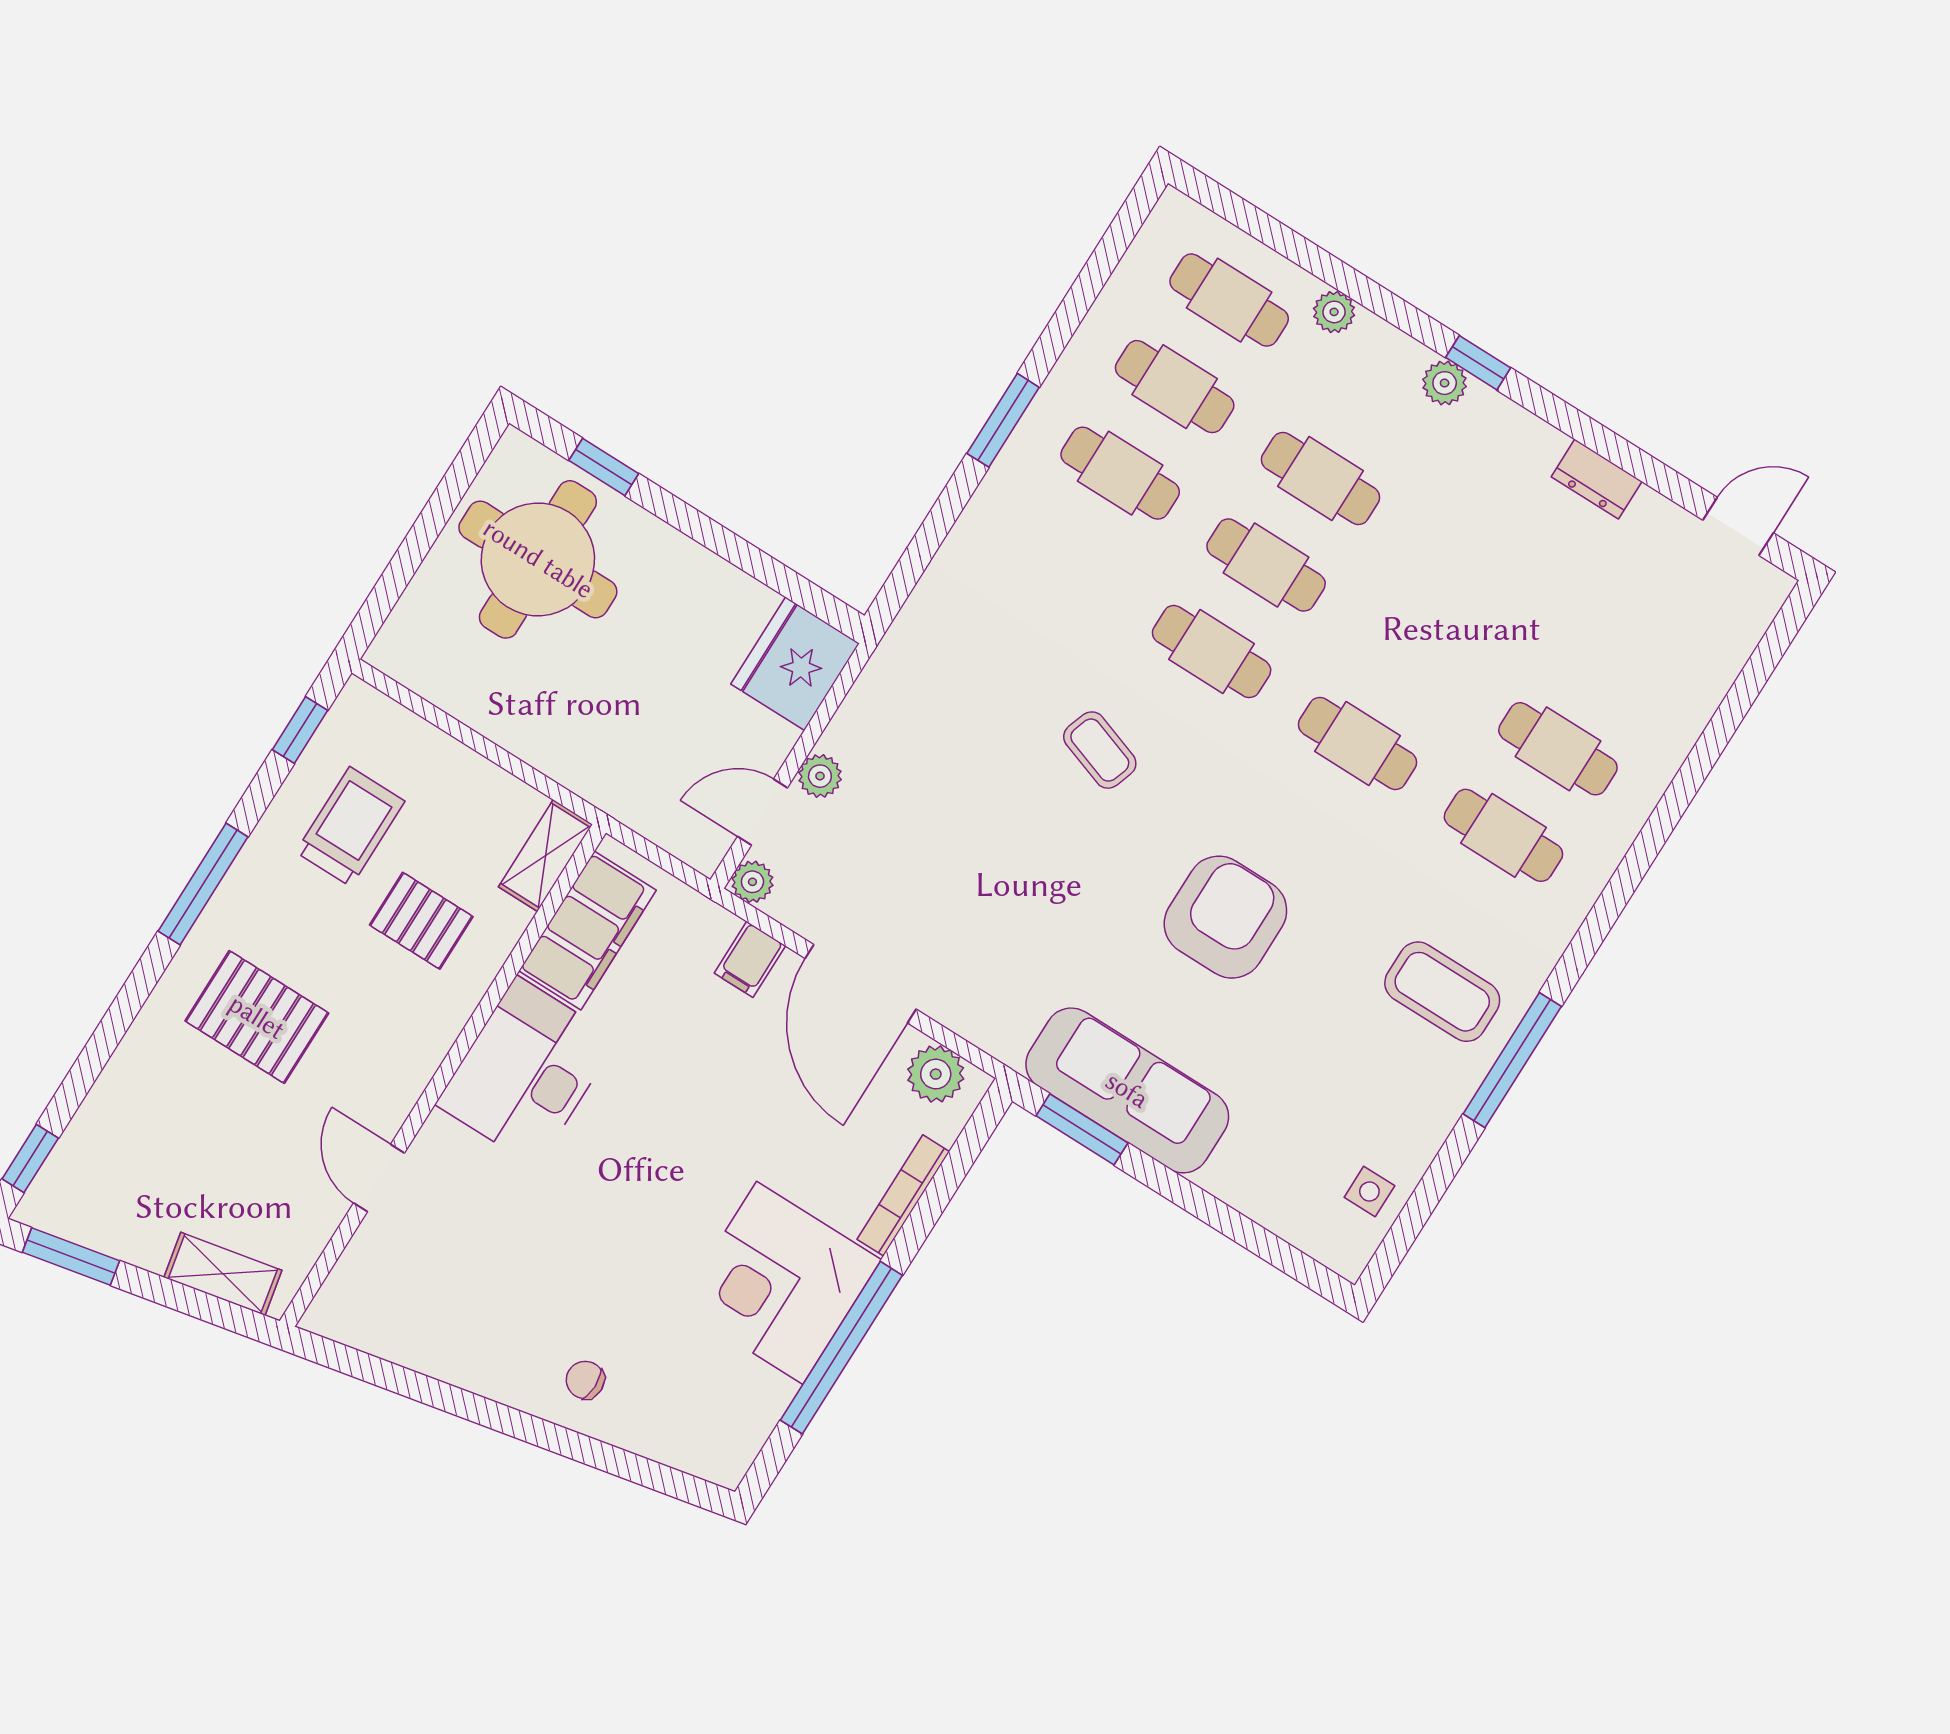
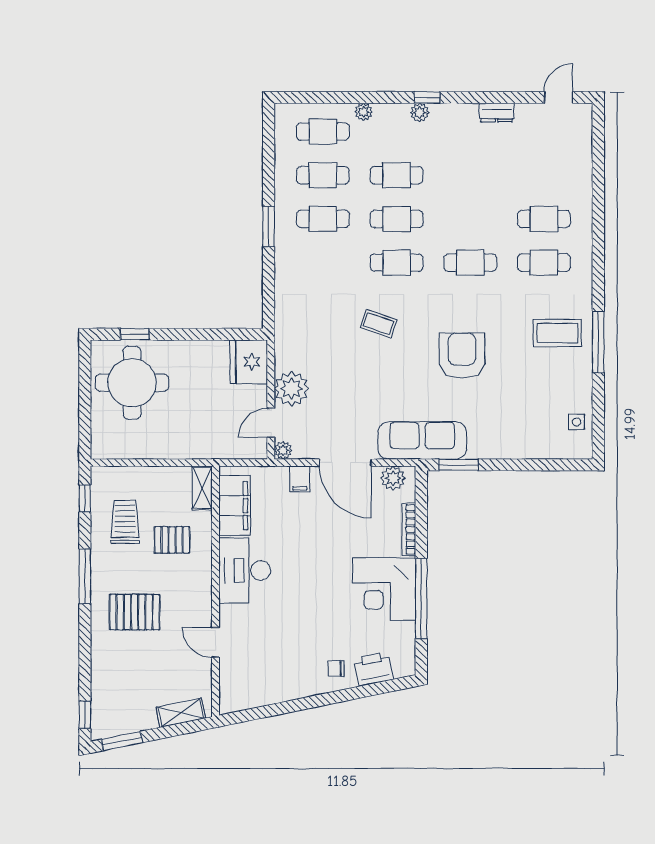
plant: (820, 776) -> (291, 389), width x1.87, depth x1.87
sofa: (1127, 1090) -> (422, 440), moved
printer: (659, 1427) -> (373, 669), added

